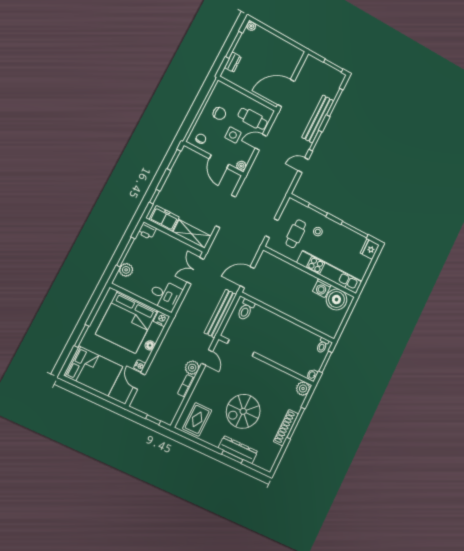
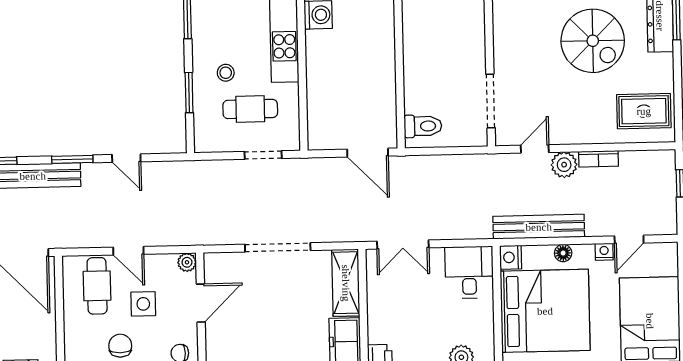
bench: (220, 314) -> (539, 227), moved

